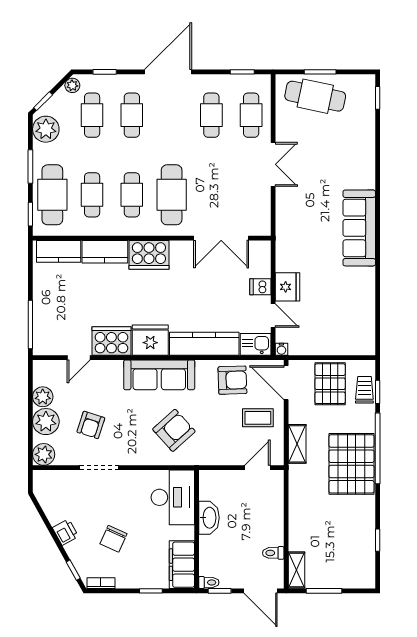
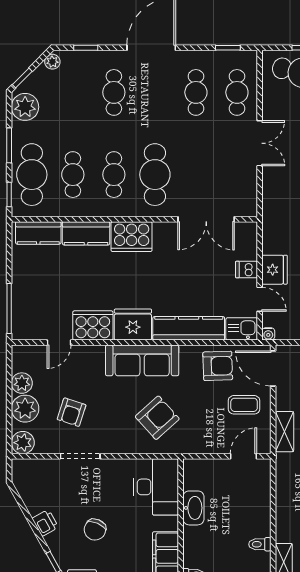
cafe table: (92, 115) -> (73, 92), removed

